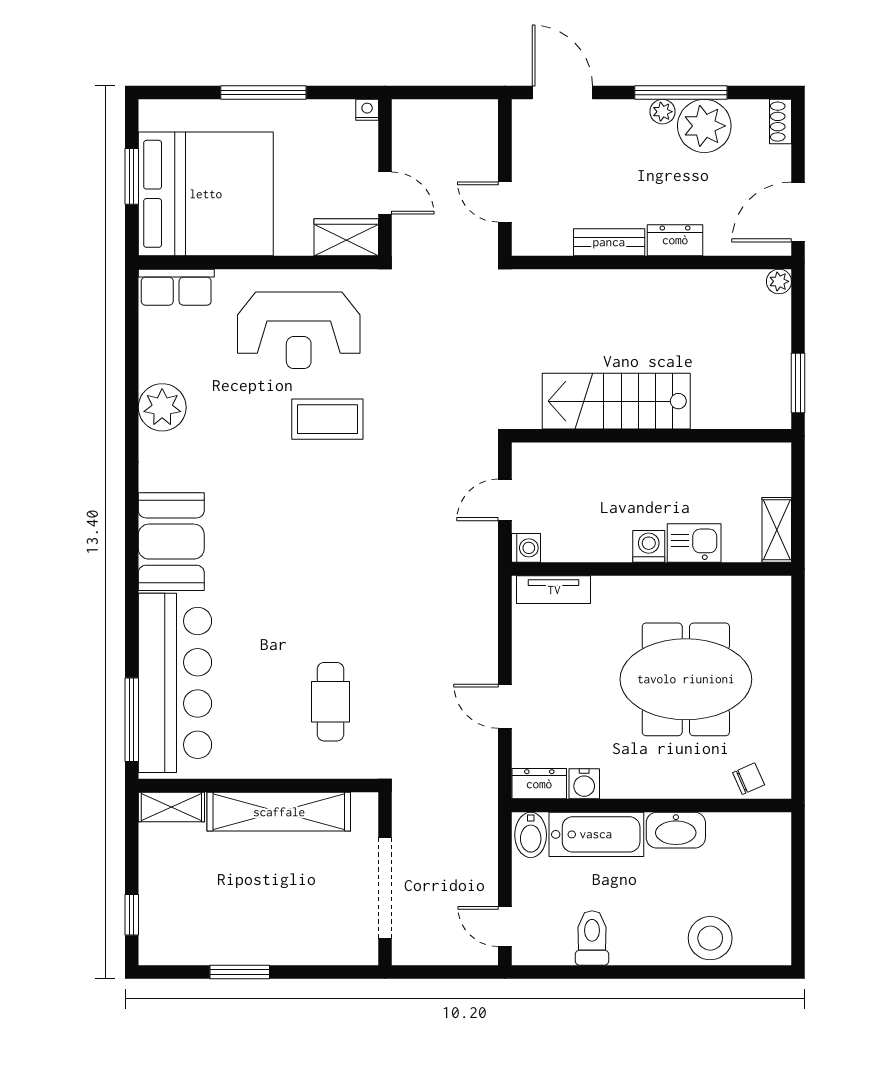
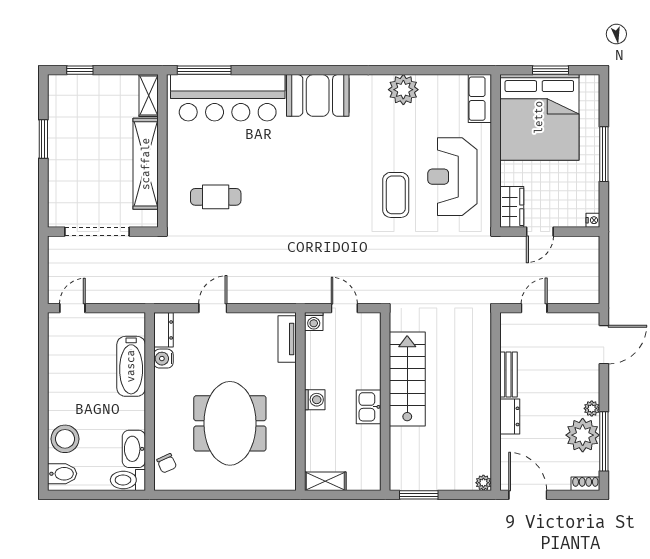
window: (681, 93) -> (604, 441), moved
kitchen sink: (694, 543) -> (369, 407), moved, turned 180
washbasin: (676, 830) -> (134, 449), moved
bidet: (531, 835) -> (62, 474), moved, turned 180
toilet: (592, 938) -> (128, 480), moved, turned 180

